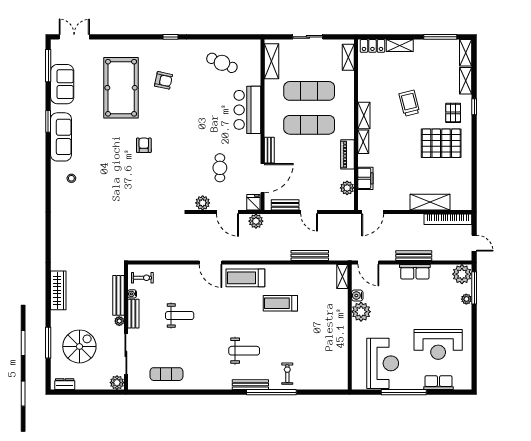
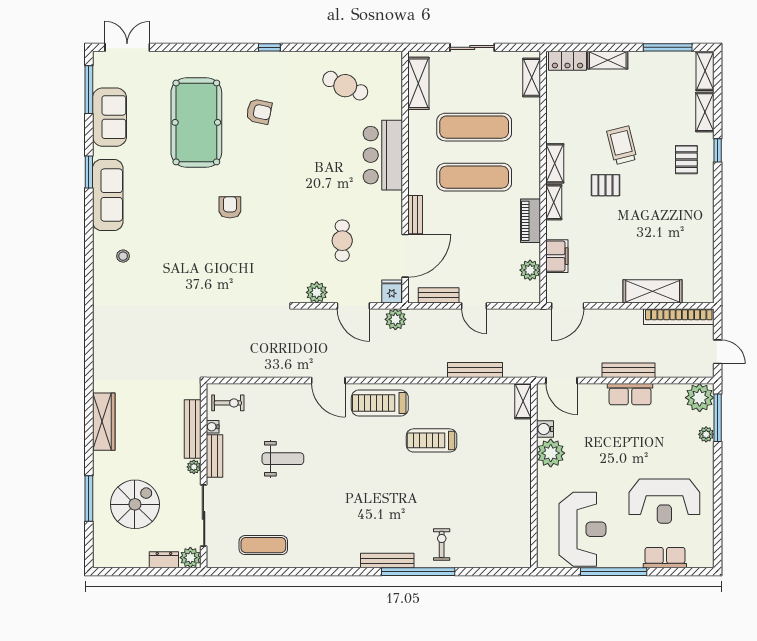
pallet: (441, 143) -> (605, 185), moved, width x0.49, depth x0.50
weight bench: (244, 351) -> (378, 511), removed
dresser: (65, 384) -> (164, 560), moved

